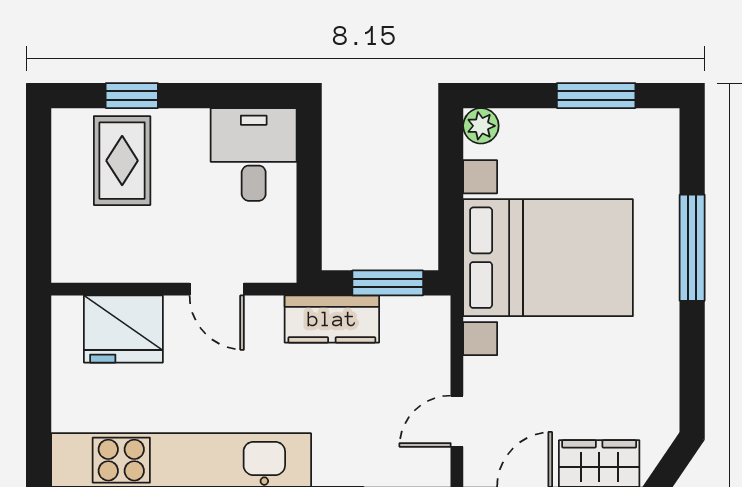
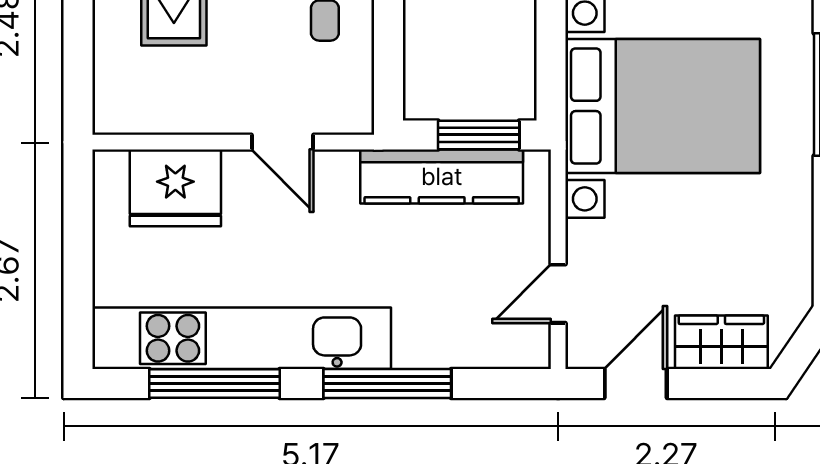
kitchen counter: (332, 319) -> (442, 176), width x1.50

